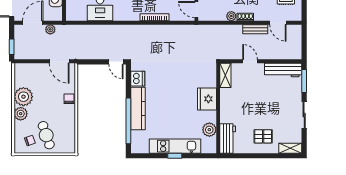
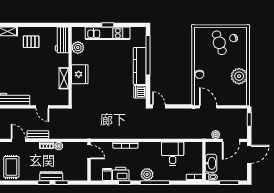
shelving: (225, 75) -> (64, 78), moved
plant: (21, 114) -> (241, 61), removed

